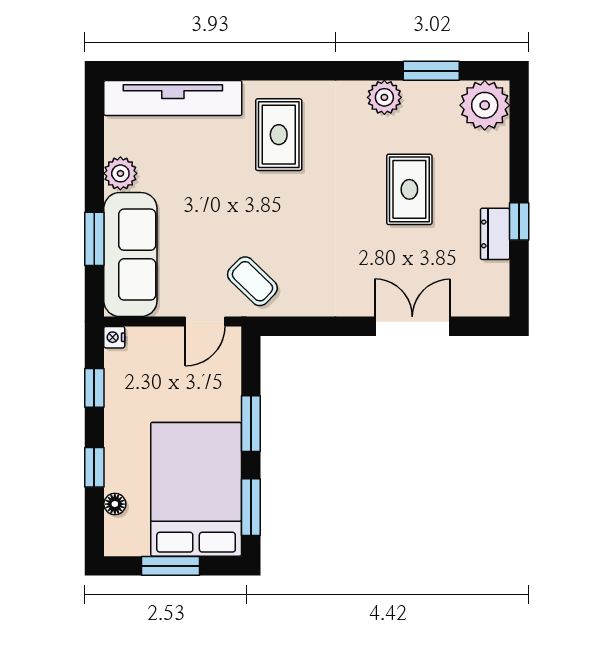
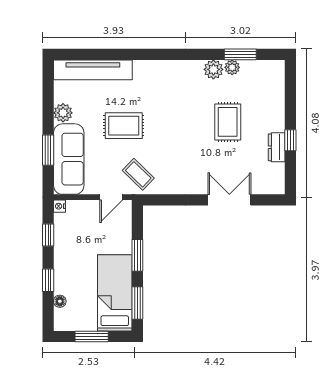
plant: (485, 105) -> (232, 67), moved, width x0.53, depth x0.53
rug: (279, 135) -> (124, 126), moved, turned 90
bed: (196, 489) -> (115, 293), width x0.67

